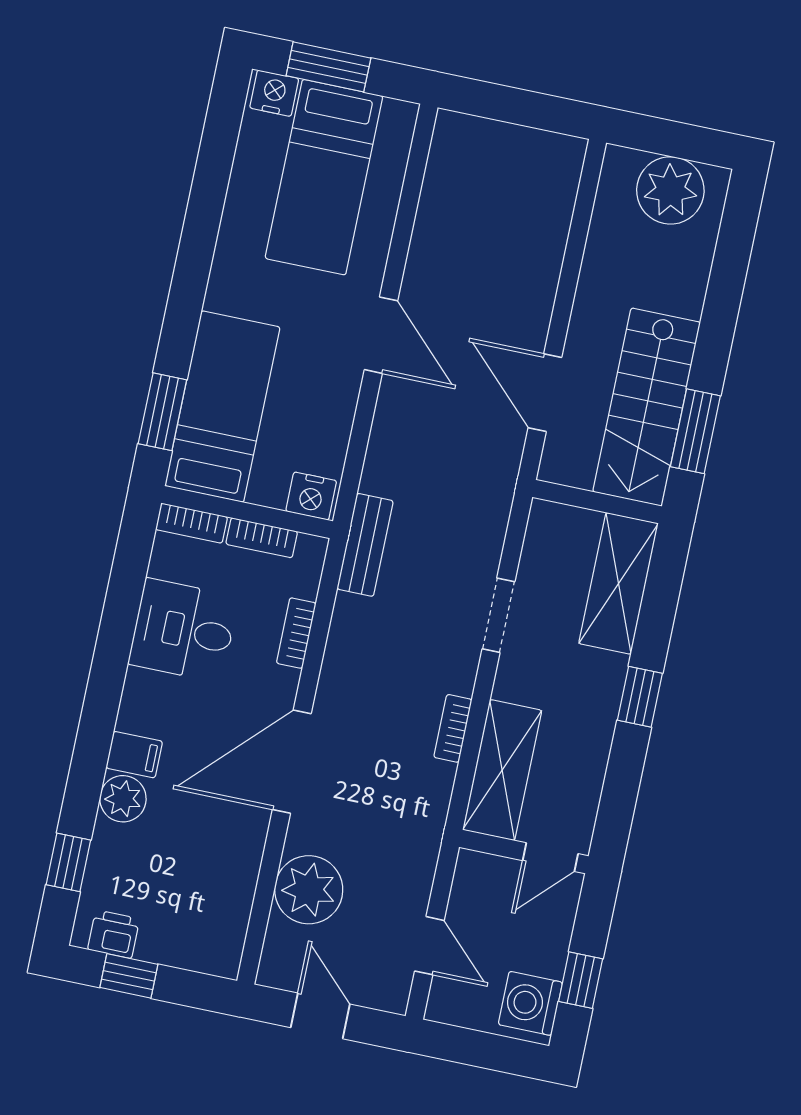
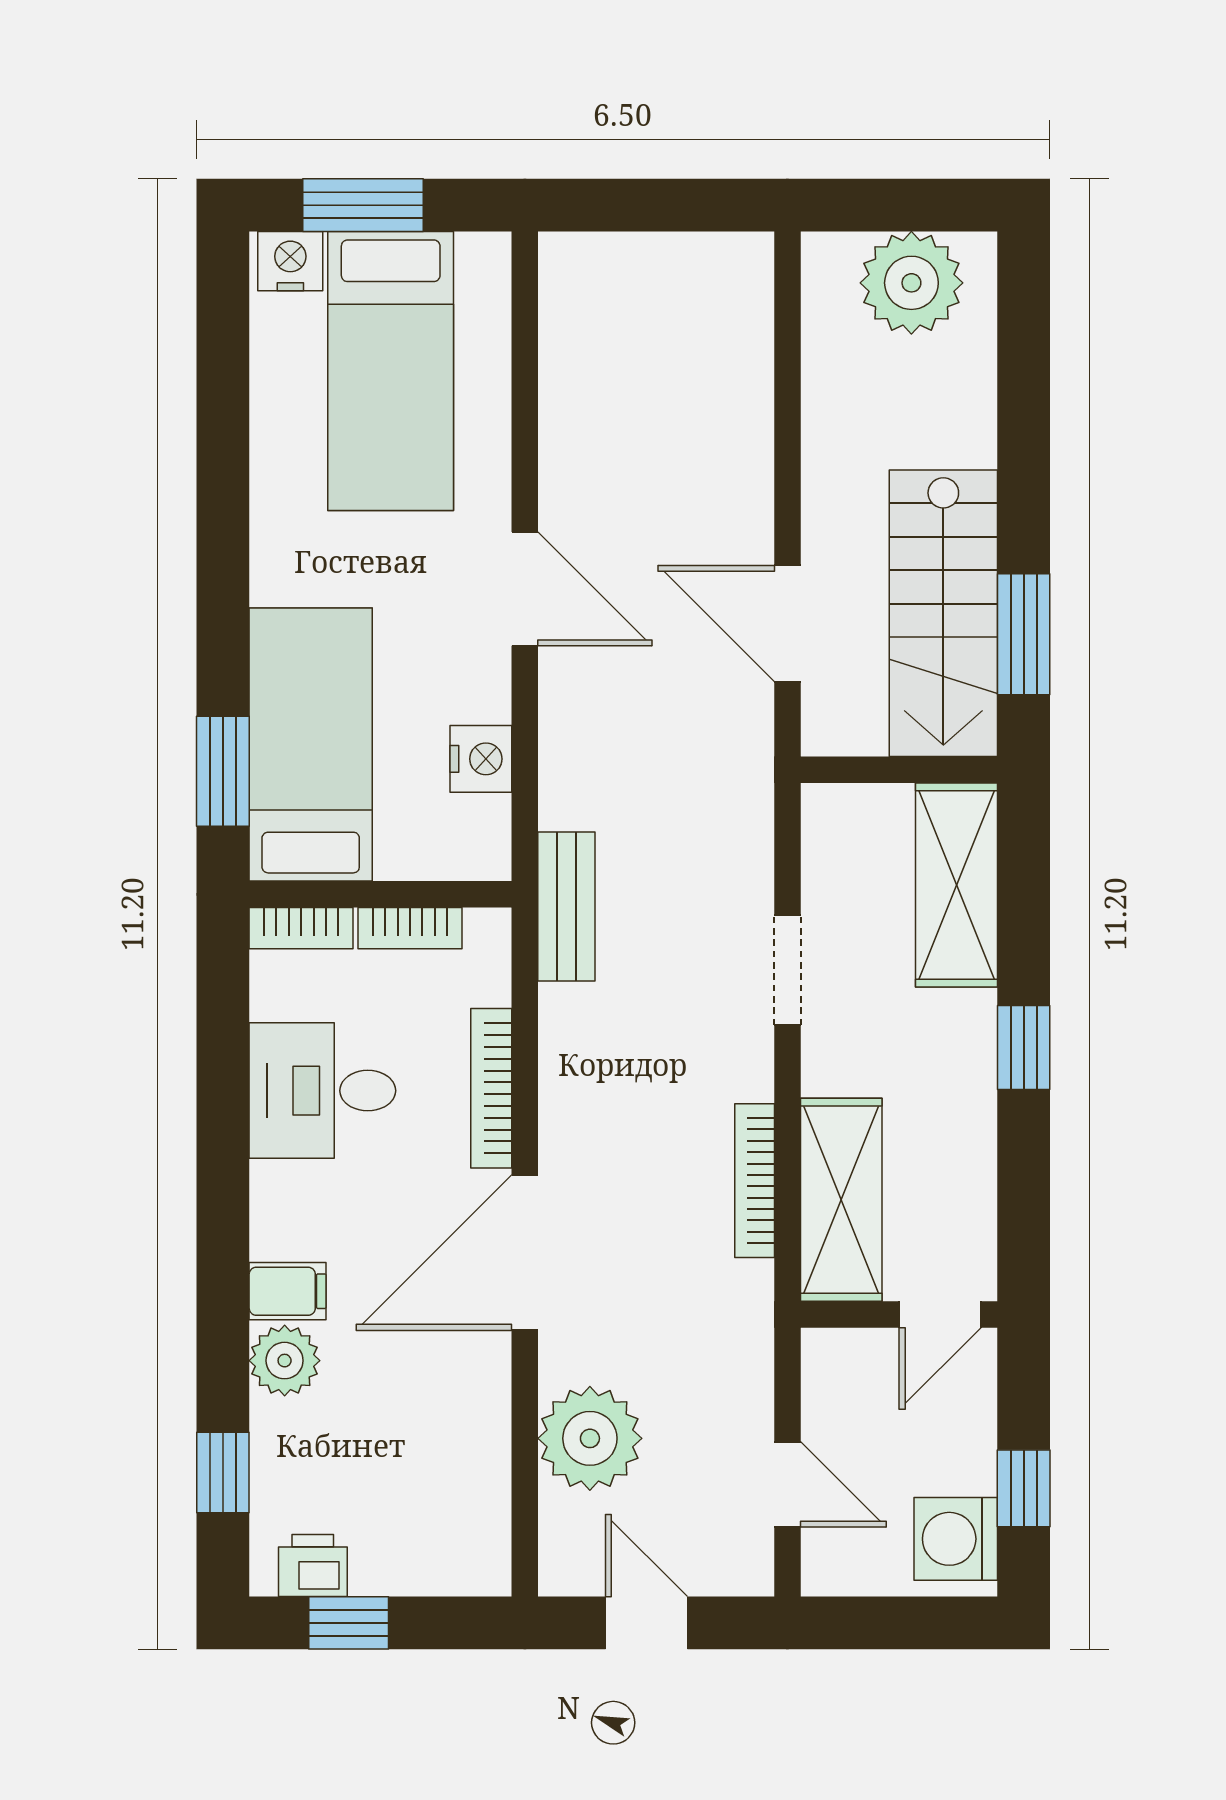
nightstand: (311, 496) -> (481, 759), moved, turned -90
bookcase: (296, 633) -> (491, 1088), width x1.56
bookcase: (453, 728) -> (755, 1181), width x1.56

